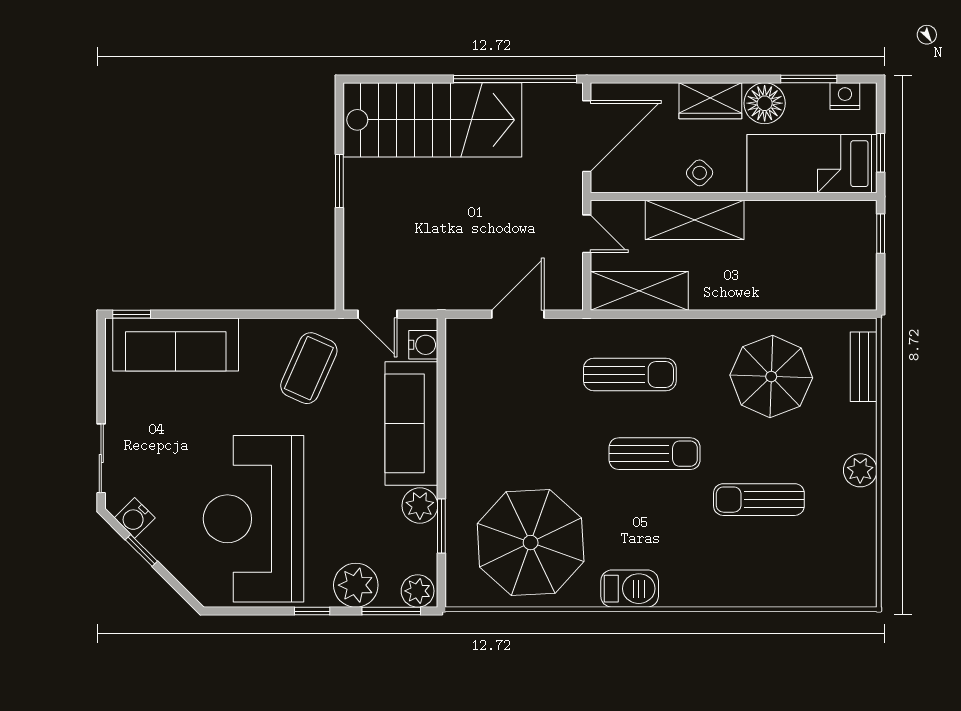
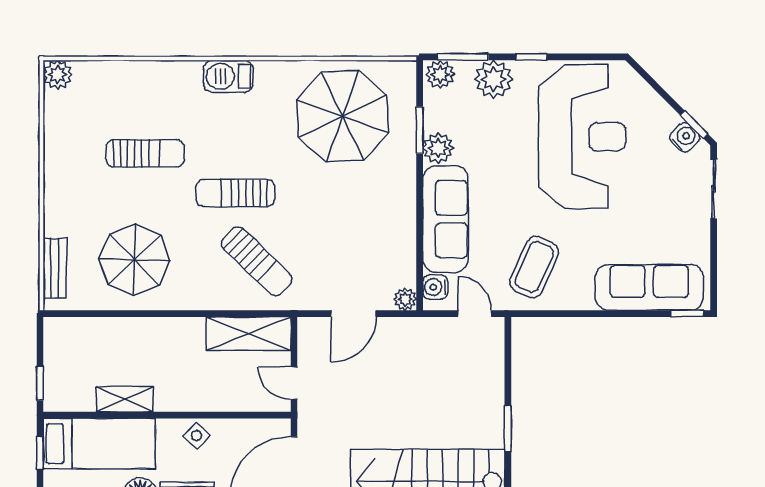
shelving: (695, 220) -> (125, 399), moved, width x0.67, depth x0.75
plant: (458, 331) -> (405, 299), added
sun lounger: (630, 375) -> (257, 261), turned -136
plant: (860, 470) -> (58, 75), moved
window: (141, 550) -> (694, 125), moved
barbecue: (630, 589) -> (228, 76), moved

